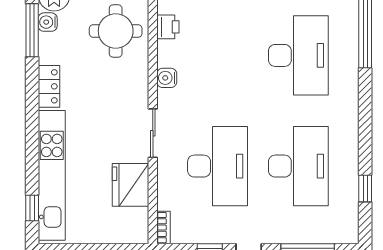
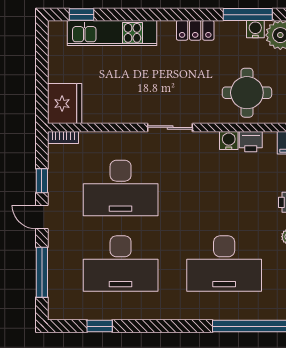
water cooler: (167, 78) -> (229, 141), moved
sliding door: (153, 133) -> (170, 127), moved
kitchen unit: (52, 175) -> (112, 33), width x0.73
fridge: (130, 185) -> (65, 104), moved, turned 90

